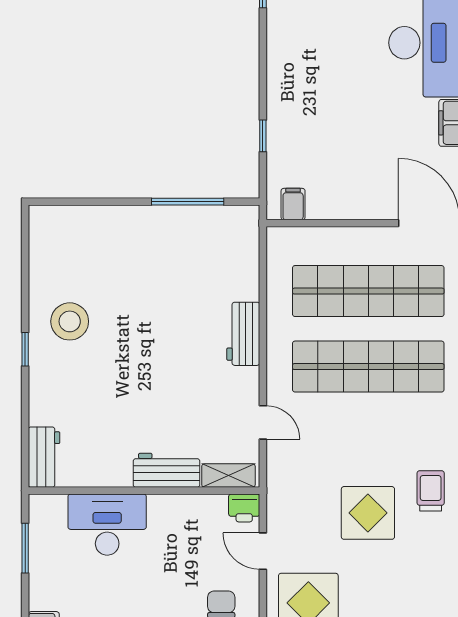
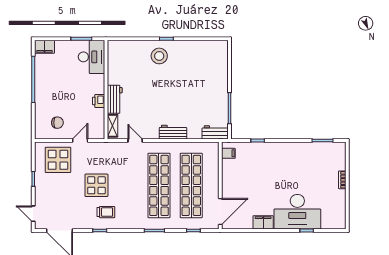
stool: (70, 321) -> (159, 56), moved
door: (263, 422) -> (135, 140), swing flipped
workbench: (44, 457) -> (215, 132), moved, turned 180
printer: (244, 508) -> (99, 101), moved
desk: (107, 525) -> (91, 57), moved

